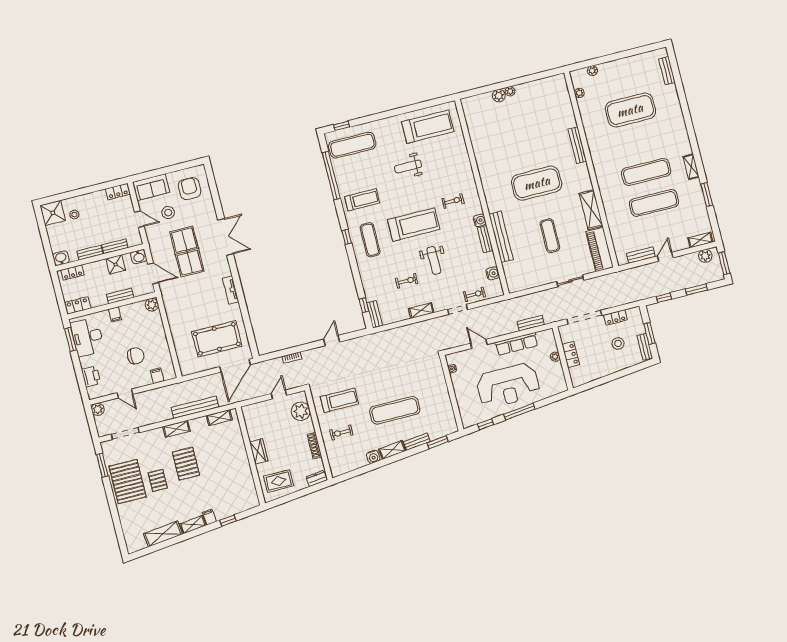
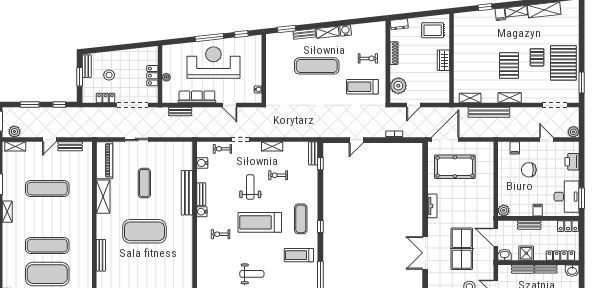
exercise mat: (646, 172) -> (47, 246), moved
locker: (72, 273) -> (560, 256), width x1.53

